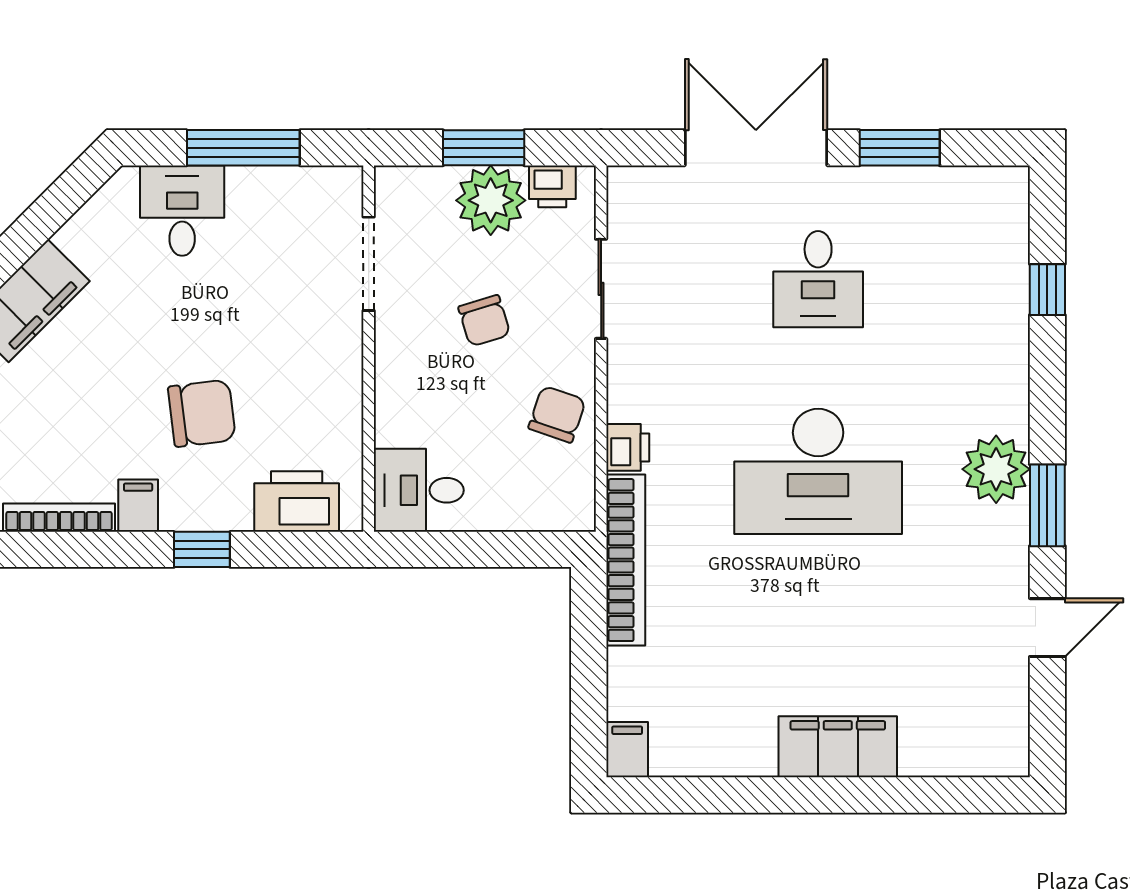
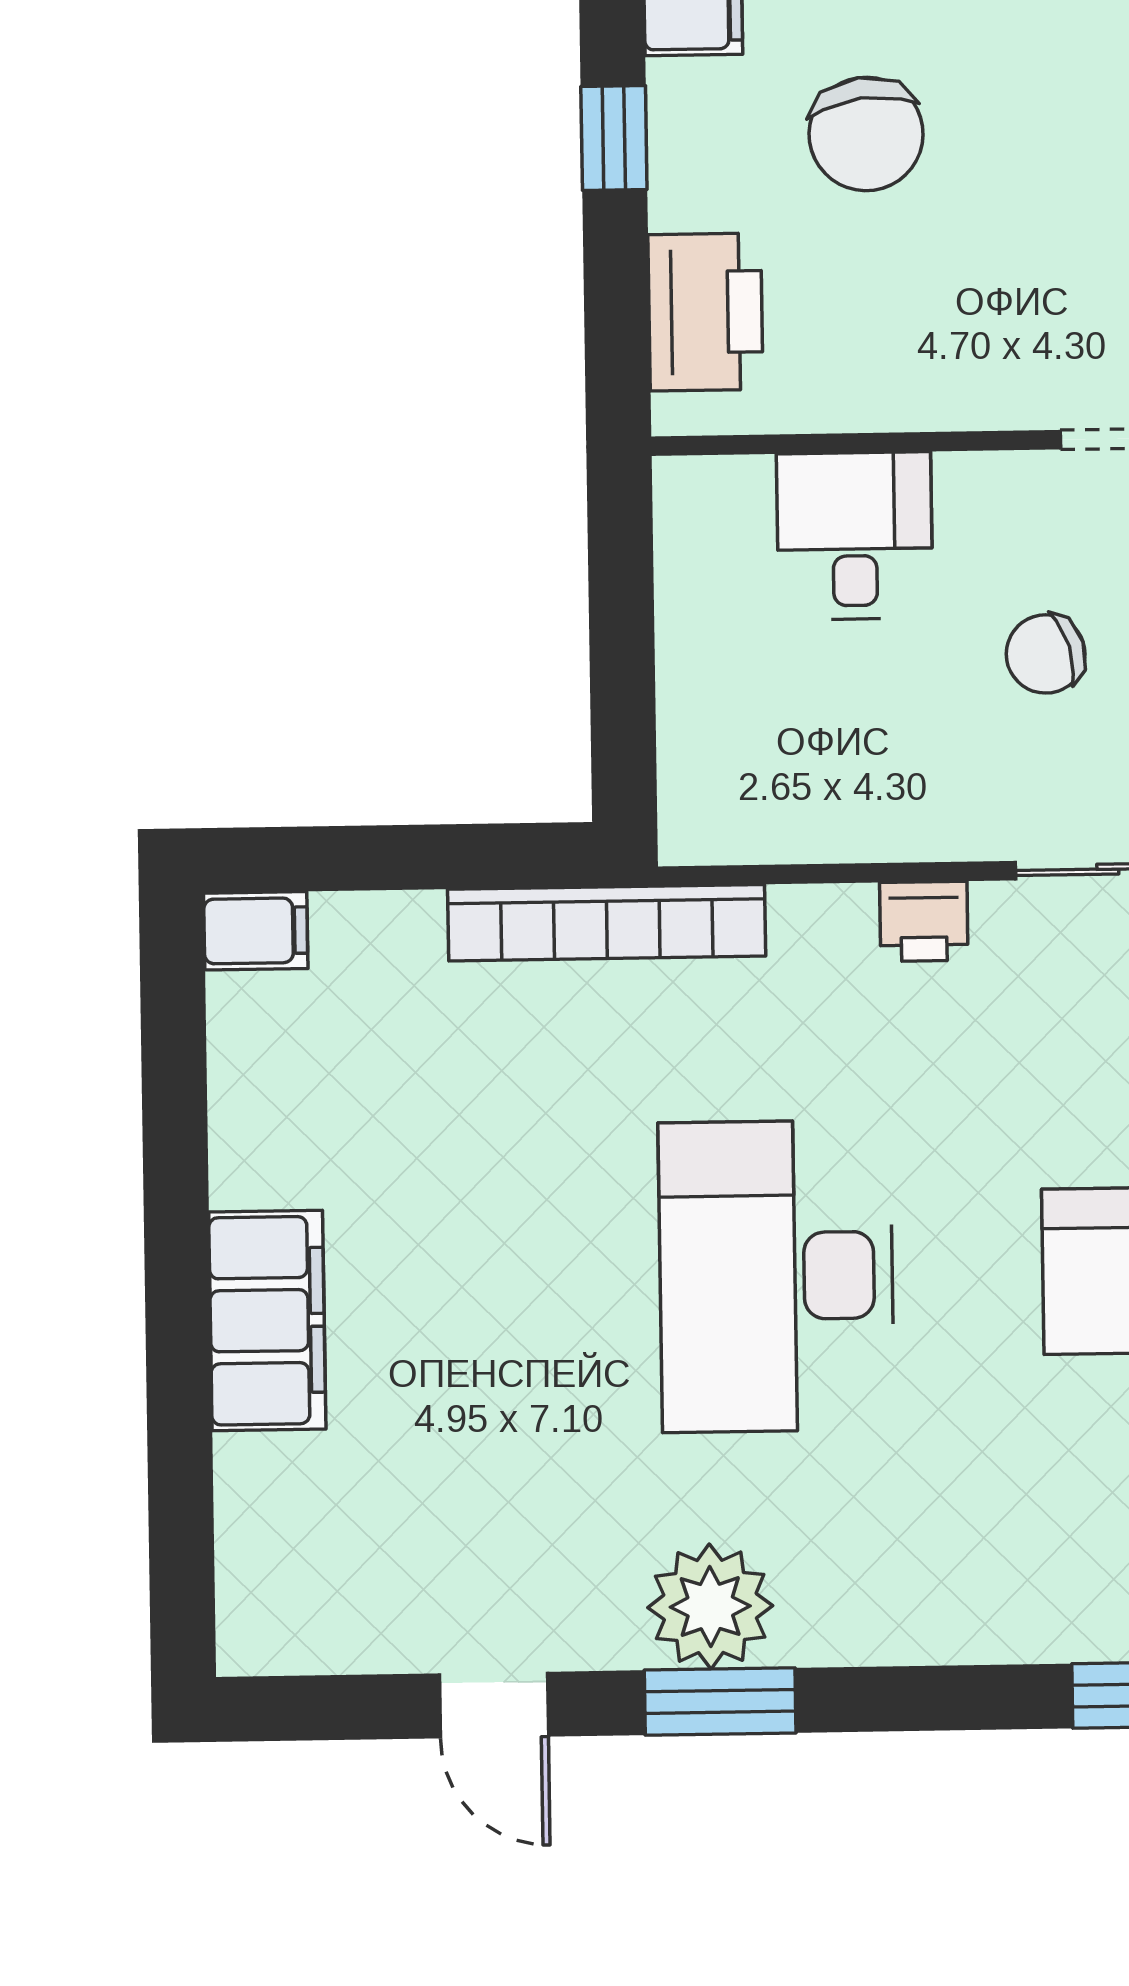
chair: (557, 414) -> (874, 791), removed
printer: (628, 447) -> (924, 921), moved
plant: (996, 469) -> (710, 1607), moved
desk: (419, 490) -> (855, 536), moved

